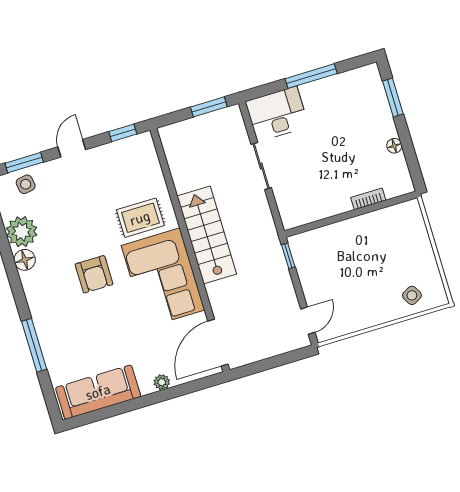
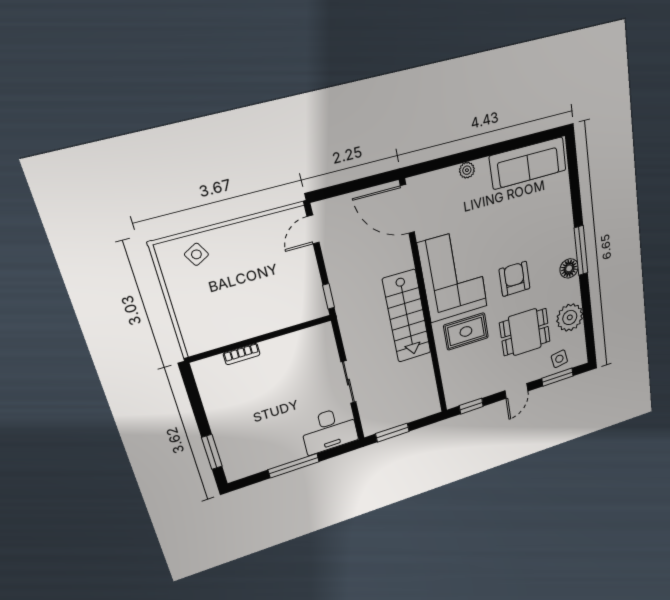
floor lamp: (394, 146) -> (212, 407), removed
dining table: (73, 216) -> (525, 332), added
floor lamp: (25, 260) -> (569, 268), moved
door: (218, 343) -> (407, 209), swing flipped
window: (34, 345) -> (581, 251), moved

